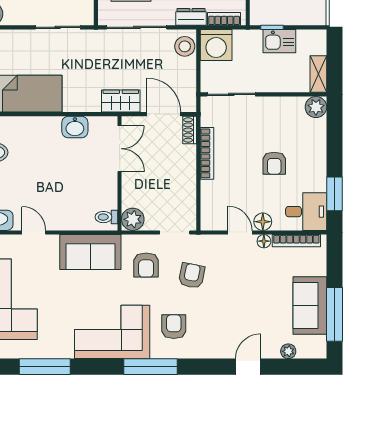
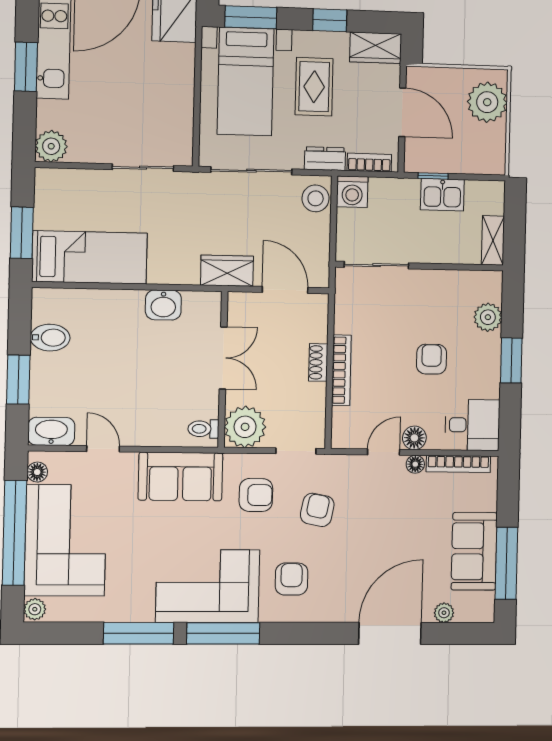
washing machine: (216, 45) -> (352, 192), width x0.73, depth x0.73
plant: (316, 107) -> (488, 317), moved
shoe rack: (190, 130) -> (318, 362), moved
double door: (120, 149) -> (223, 358), moved
bookcase: (207, 153) -> (341, 370), moved
armchair: (274, 163) -> (432, 359), turned 180
window: (335, 194) -> (511, 360), moved
plant: (133, 219) -> (245, 427), width x1.36, depth x1.36
door: (240, 232) -> (384, 452), hinge flipped
armchair: (146, 265) -> (256, 495), turned -90
window: (45, 367) -> (139, 633), moved
window: (150, 367) -> (223, 633), moved
door: (248, 367) -> (390, 633), width x1.88

